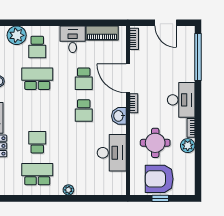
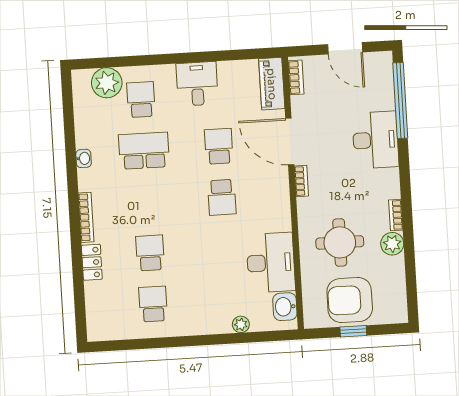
piano: (102, 33) -> (272, 84), moved, turned 90
school desk: (37, 47) -> (141, 100), turned 180
school desk: (84, 79) -> (219, 146), turned 180
desk: (181, 100) -> (375, 140), moved
washbasin: (119, 116) -> (285, 307), moved
school desk: (37, 174) -> (153, 304), width x0.54
plant: (68, 190) -> (241, 324), moved

